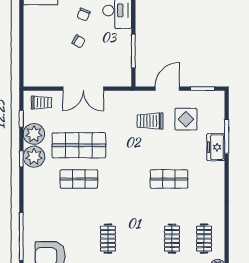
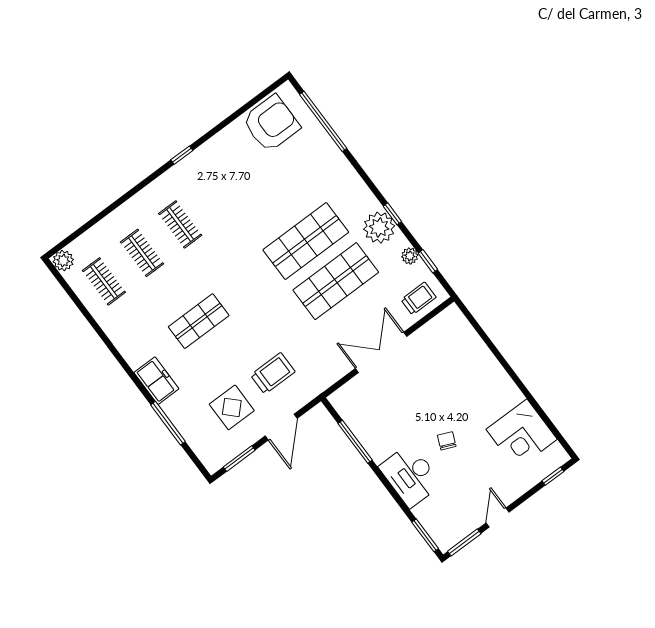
chair: (79, 41) -> (429, 404), removed
trolley: (41, 103) -> (419, 299), turned 180
plant: (34, 134) -> (410, 256), width x0.53, depth x0.53
freezer: (216, 147) -> (156, 381), moved
shop shelf: (79, 179) -> (306, 241), width x1.43, depth x1.36
clothes rail: (108, 239) -> (180, 224), moved

